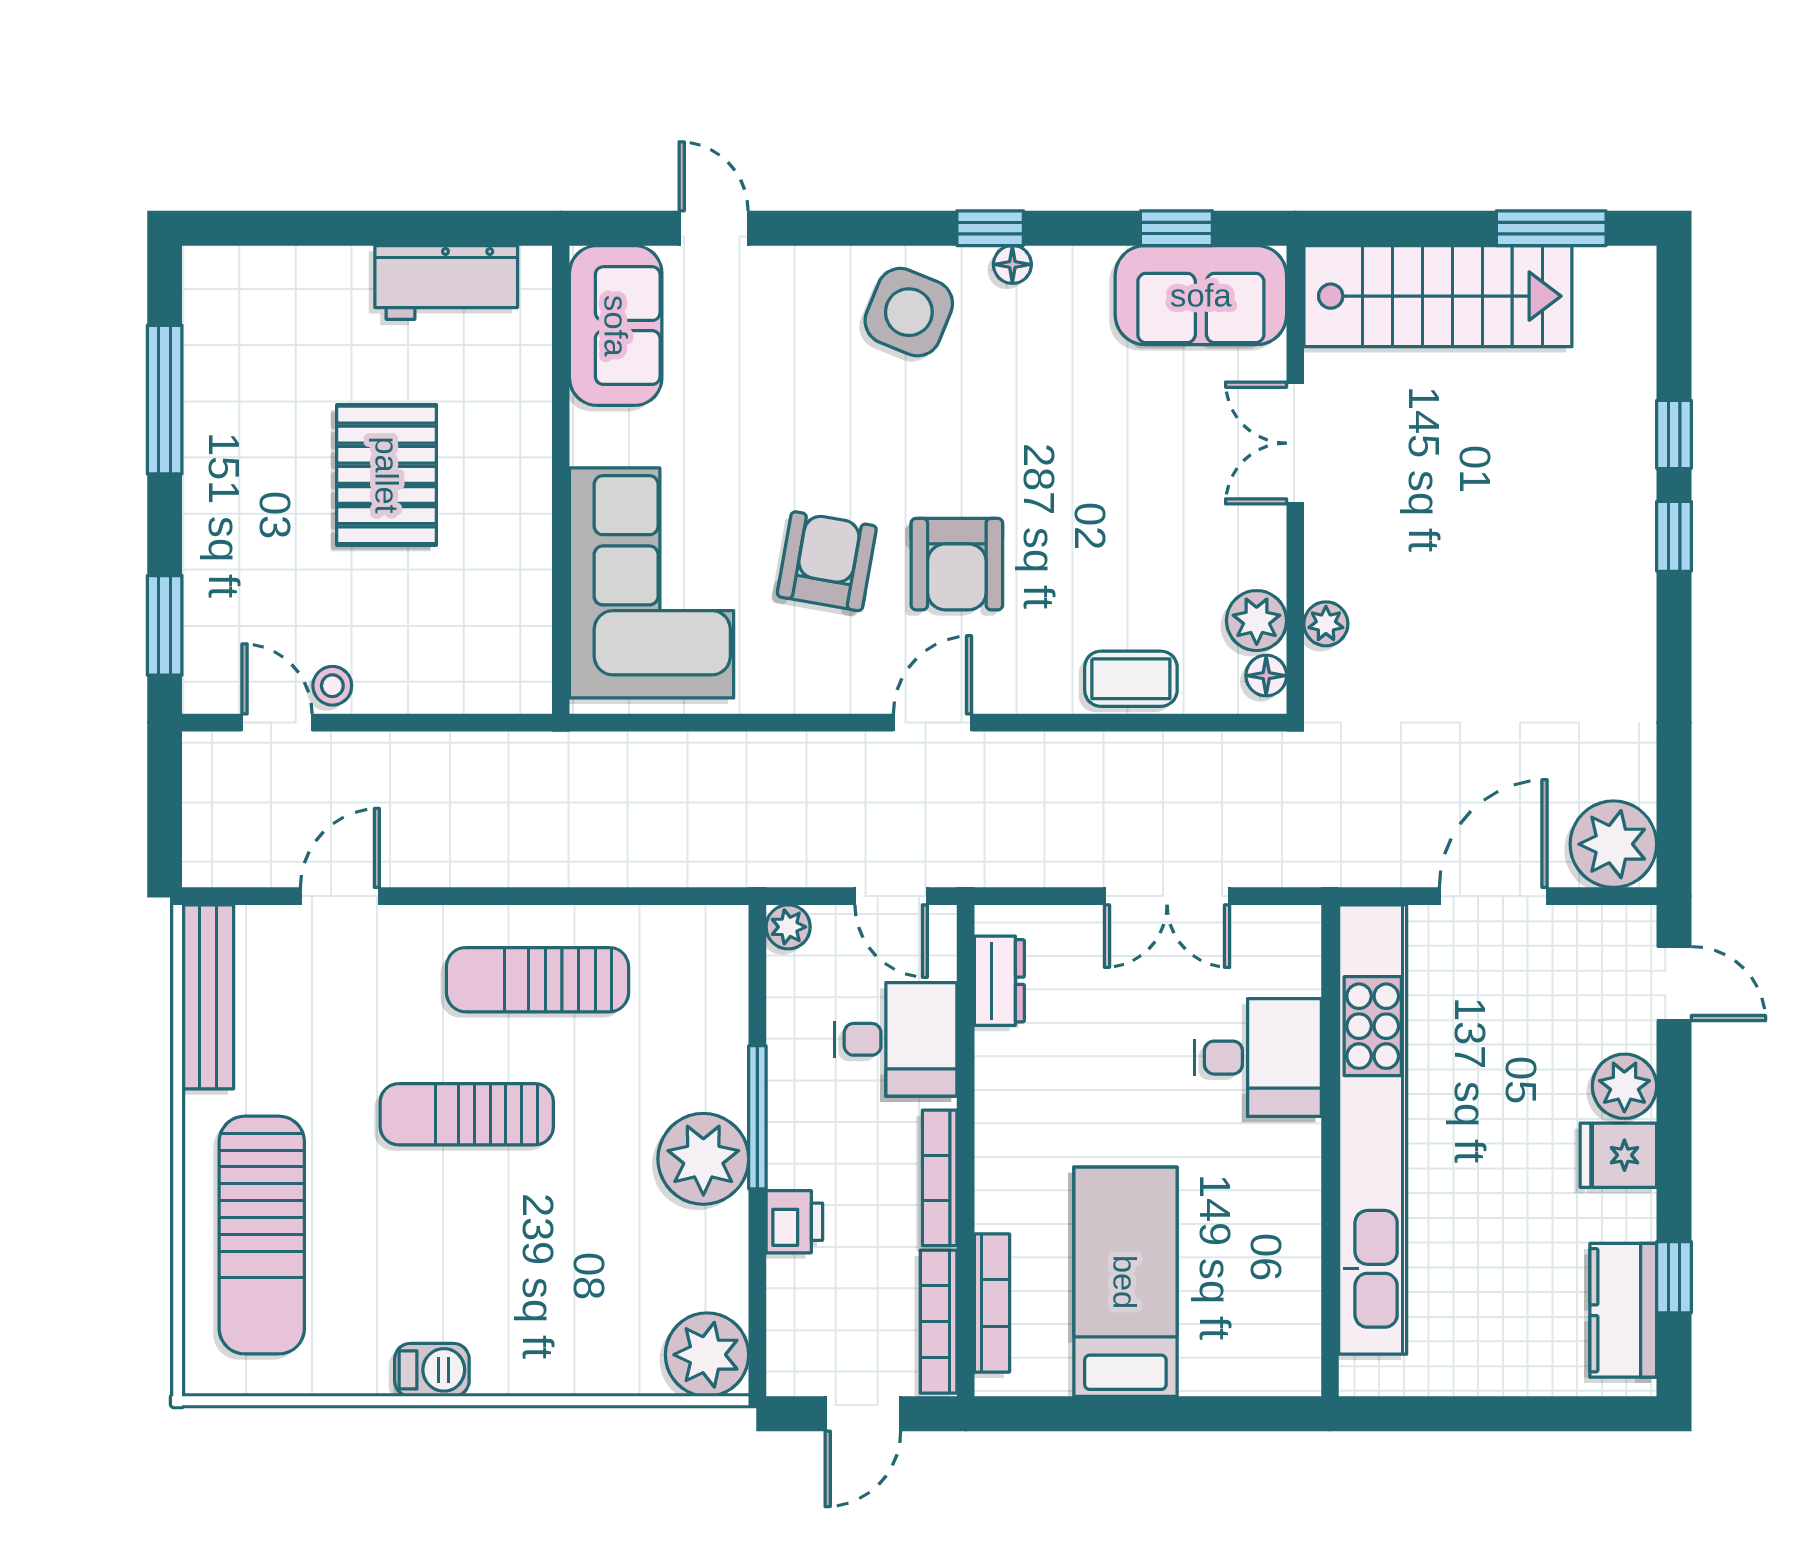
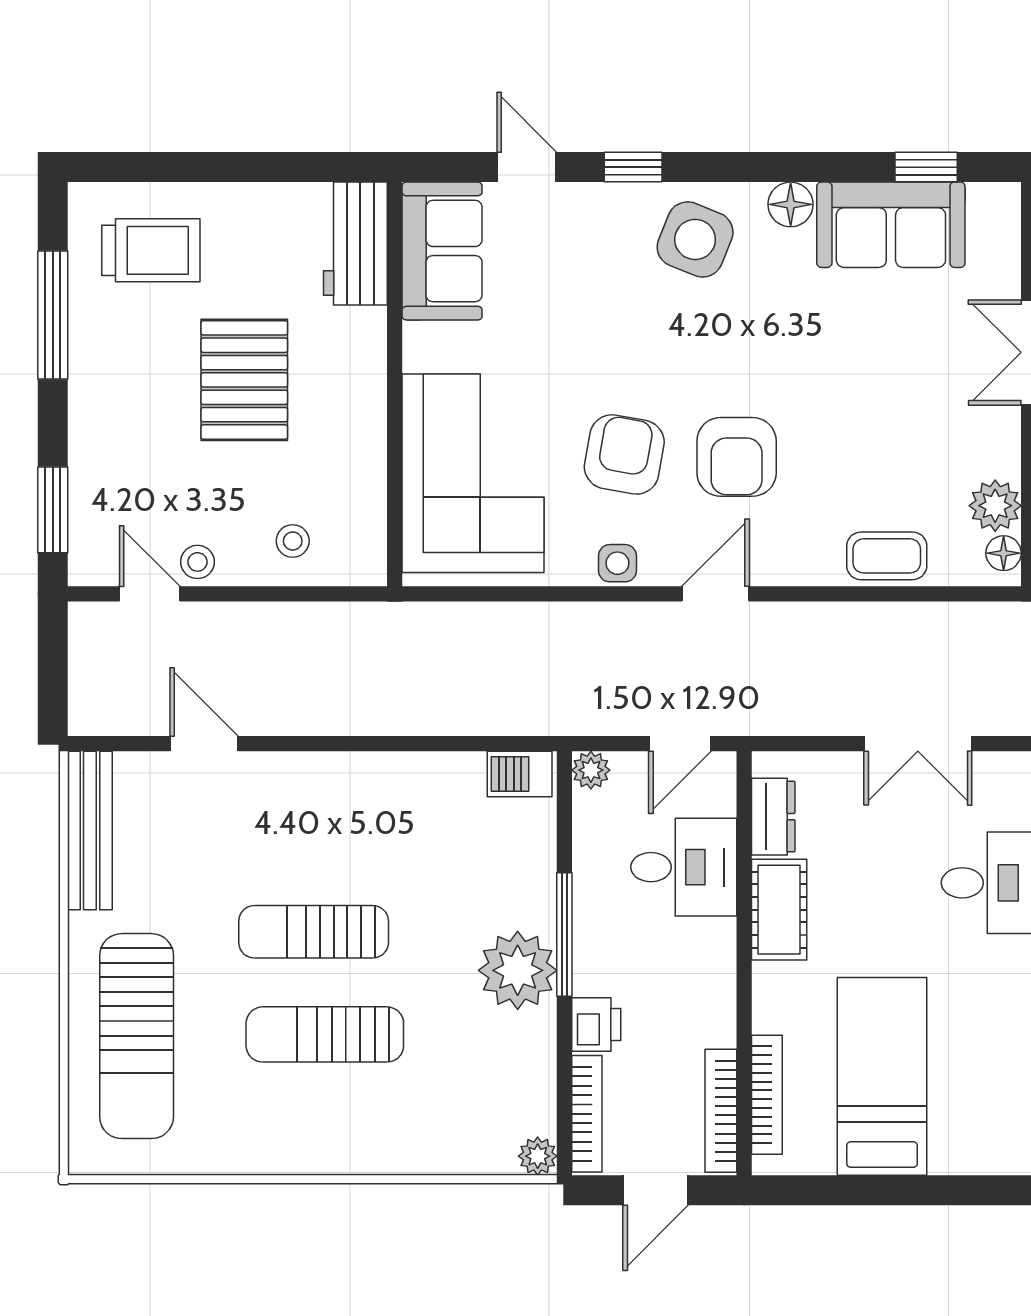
window: (990, 228) -> (633, 167), moved
floor lamp: (1012, 264) -> (791, 204), width x1.37, depth x1.37
workbench: (446, 282) -> (355, 244), moved, turned 90
sofa: (1201, 295) -> (891, 225), moved
trolley: (278, 325) -> (151, 250), added
stool: (443, 661) -> (293, 541), added
side table: (819, 687) -> (617, 563), added
door: (340, 896) -> (204, 744), hinge flipped
door: (891, 896) -> (680, 744), hinge flipped
sun lounger: (537, 980) -> (325, 1034), moved
cot: (1006, 1089) -> (779, 910), added
bookcase: (940, 1178) -> (587, 1114), moved, turned 180
plant: (707, 1355) -> (538, 1156), width x0.53, depth x0.53
barbecue: (432, 1370) -> (520, 774), moved, turned 180

